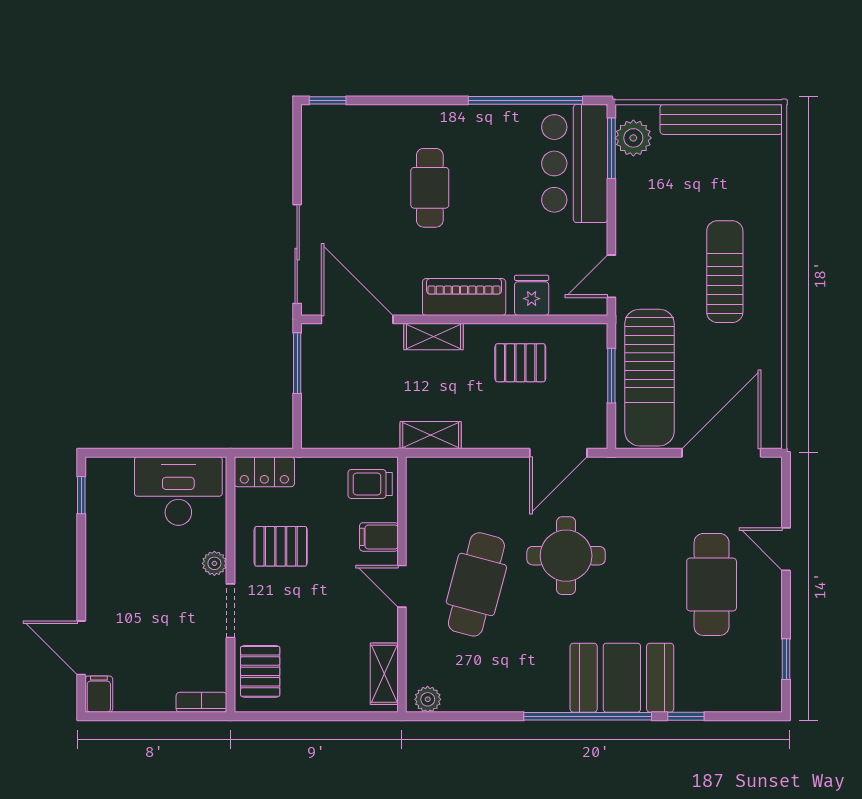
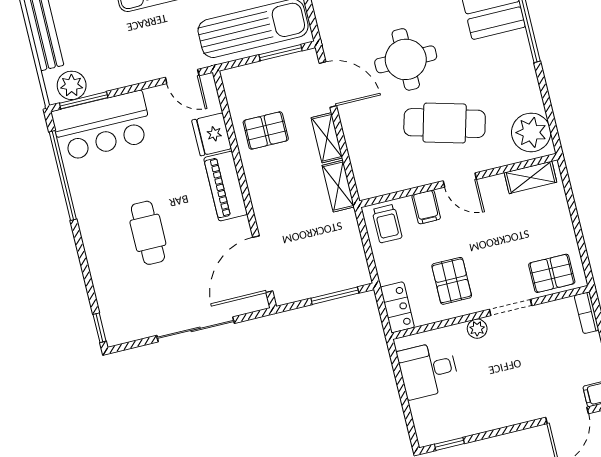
cafe table: (430, 188) -> (148, 233), turned 90
sliding door: (297, 254) -> (196, 329), moved
fridge: (532, 295) -> (212, 134), width x1.38
shelving: (433, 337) -> (327, 138), moved
window: (297, 363) -> (335, 296), moved
pallet: (520, 363) -> (266, 131), turned 90
window: (611, 376) -> (281, 53), moved
desk: (178, 491) -> (428, 370), width x0.73
door: (402, 586) -> (460, 180), hinge flipped
plant: (428, 699) -> (531, 132), width x1.87, depth x1.87

